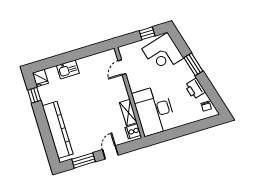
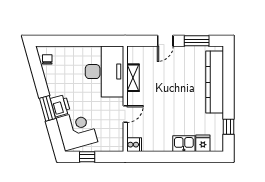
door: (122, 67) -> (125, 114), moved
fridge: (40, 78) -> (203, 143), moved
printer: (195, 89) -> (60, 106), moved
cooker: (133, 131) -> (134, 145), moved

